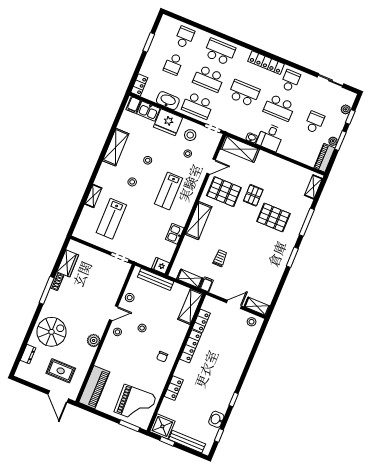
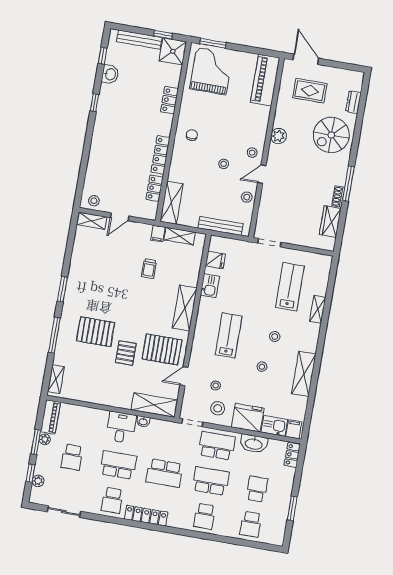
school desk: (220, 52) -> (205, 516), width x0.54
fridge: (161, 266) -> (215, 260), moved
grand piano: (135, 404) -> (211, 71), turned 92

